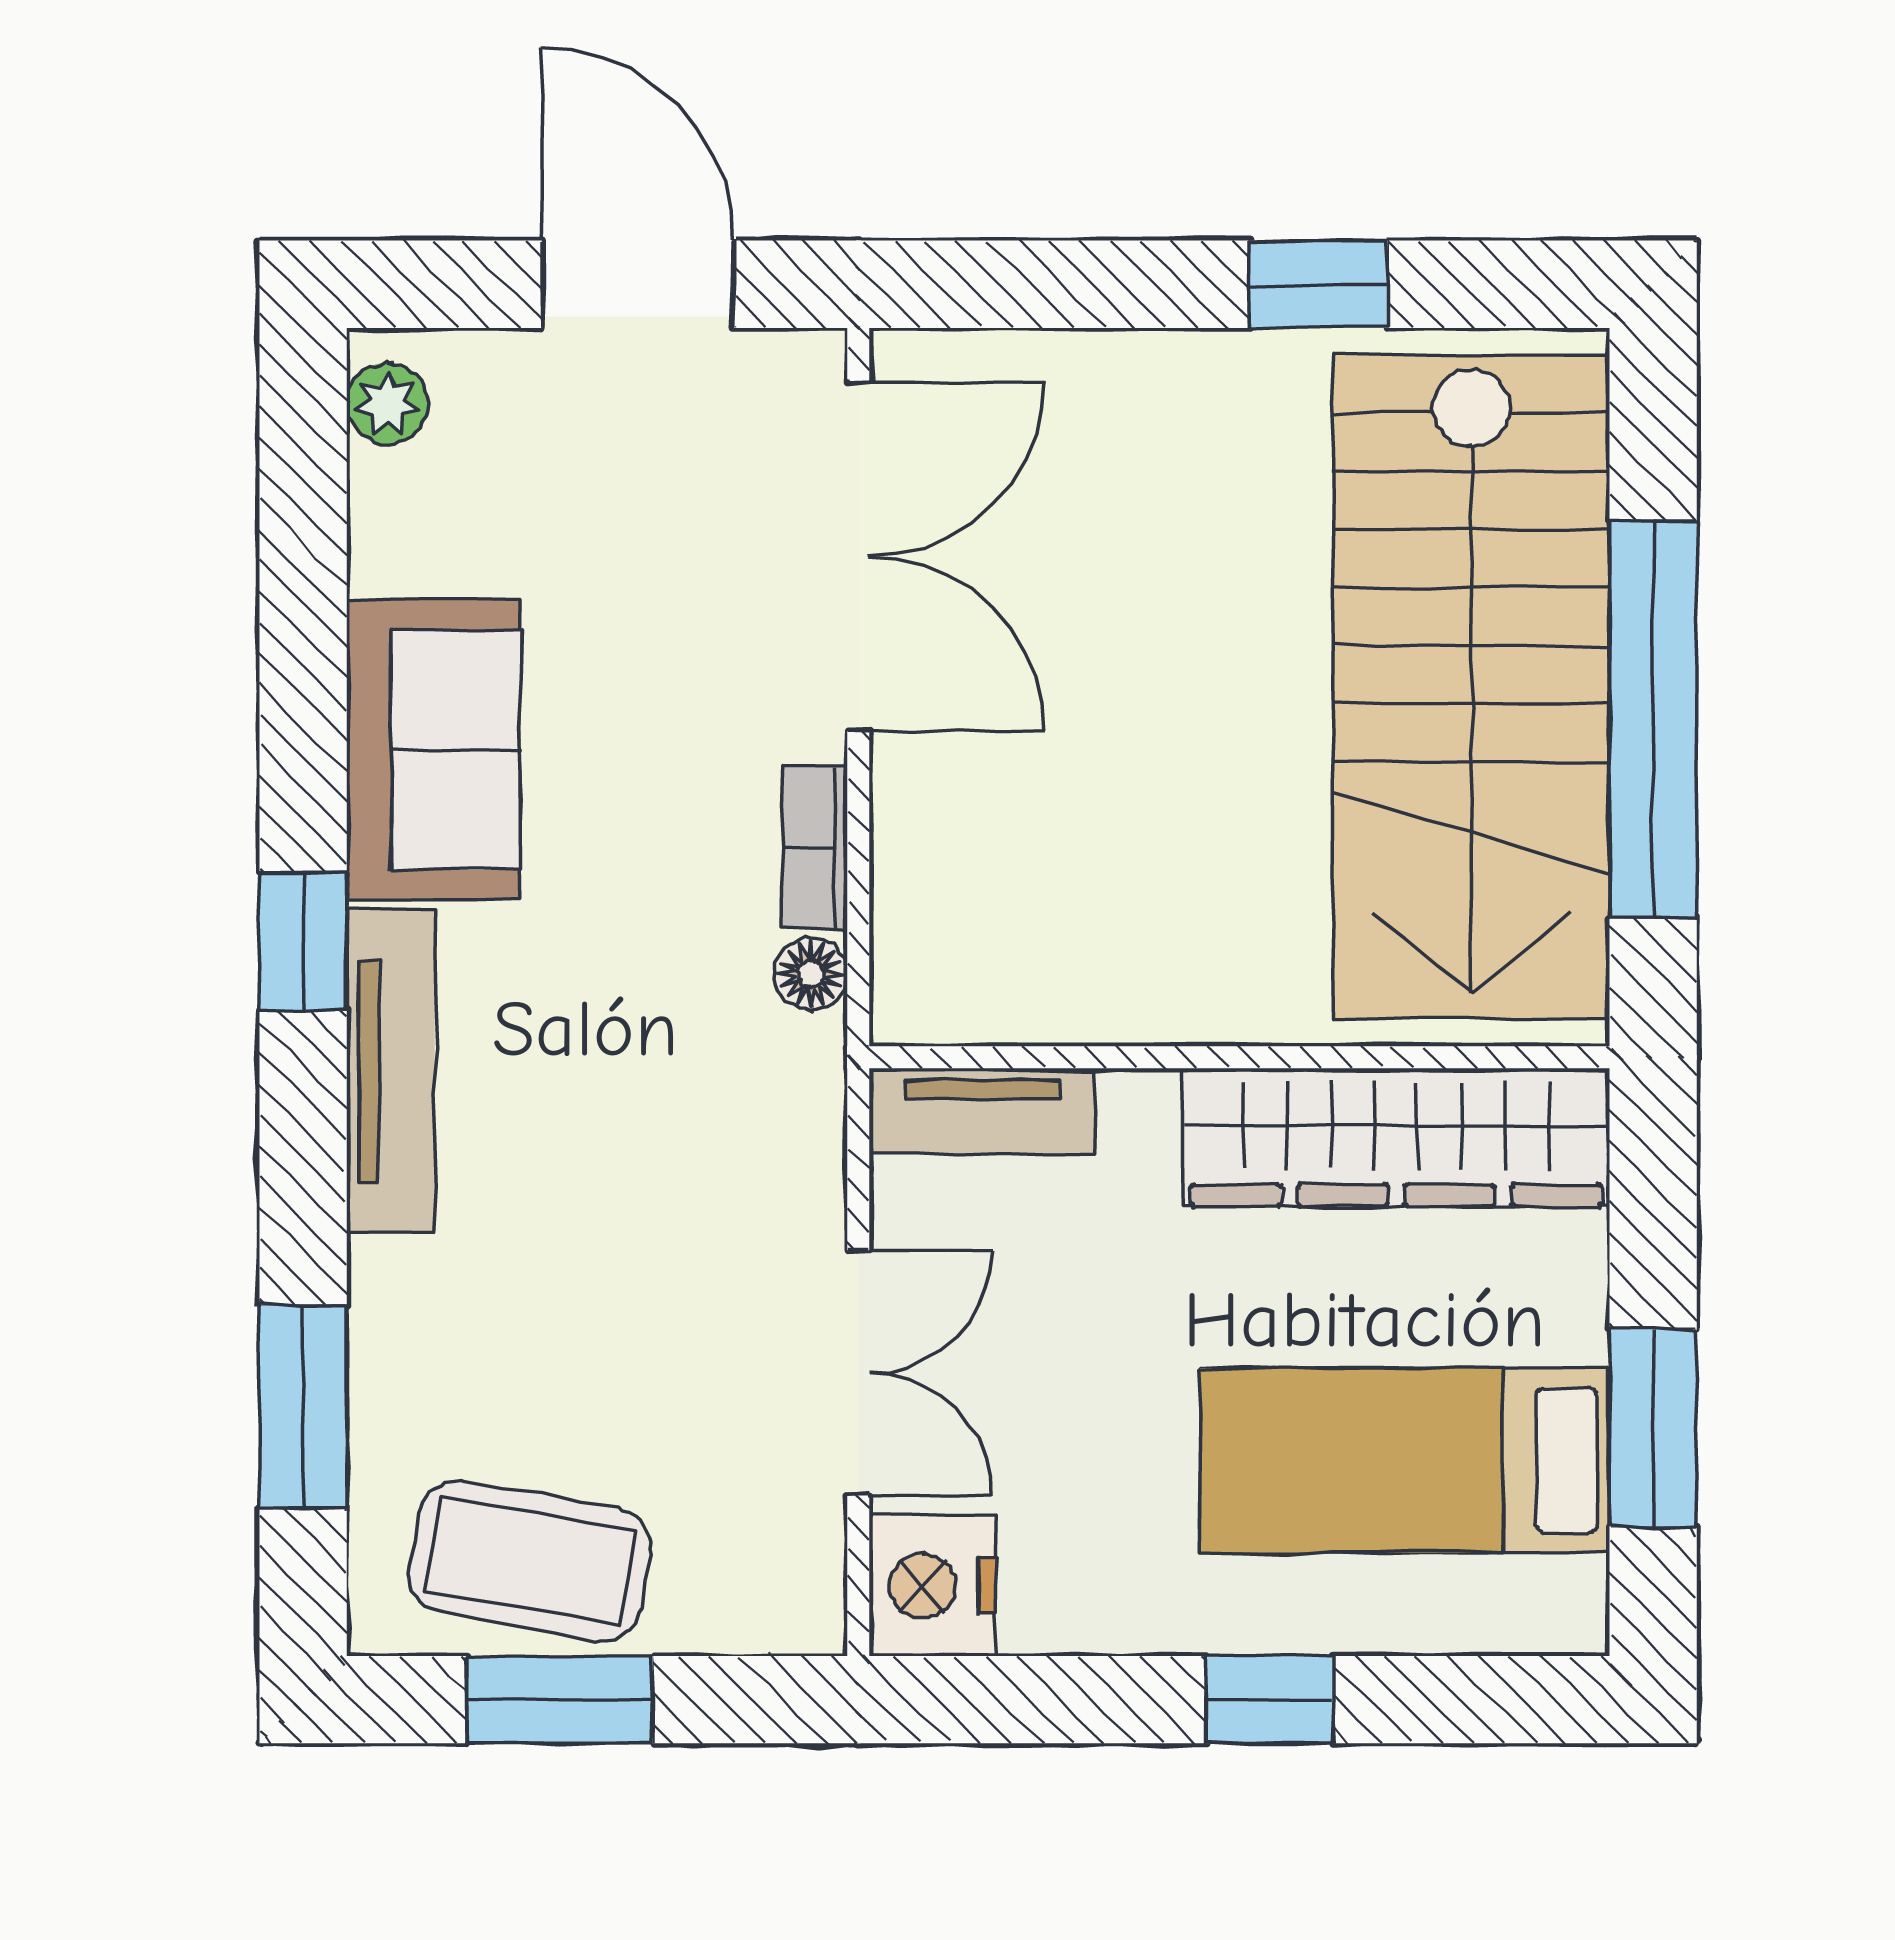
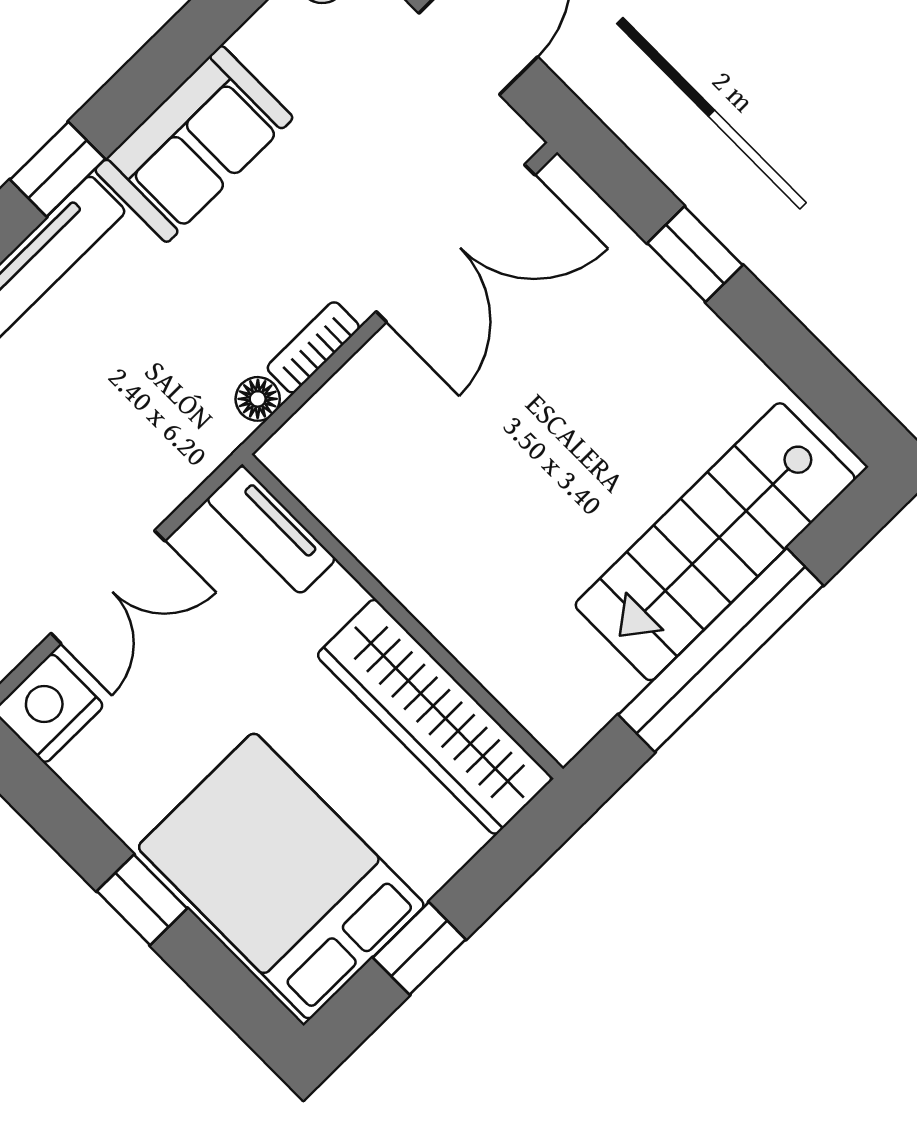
window: (1318, 284) -> (695, 254), moved
stairs: (1471, 687) -> (715, 542), width x0.73, depth x0.66
window: (1653, 1428) -> (419, 948), width x0.67
bed: (1405, 1460) -> (281, 876), width x1.50

